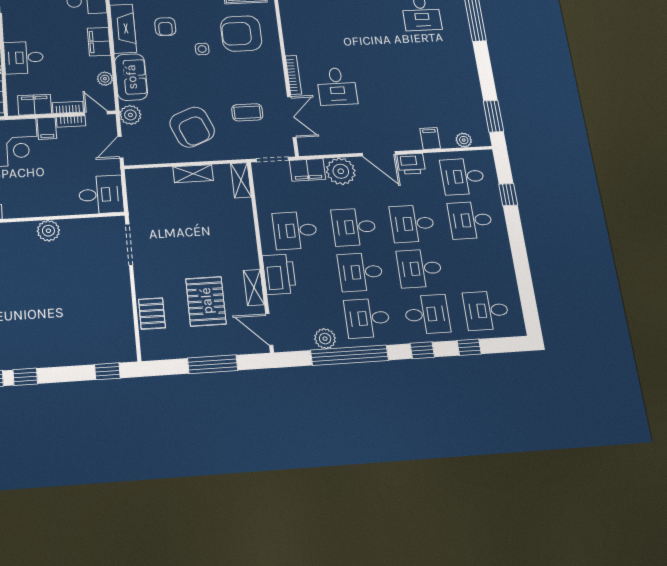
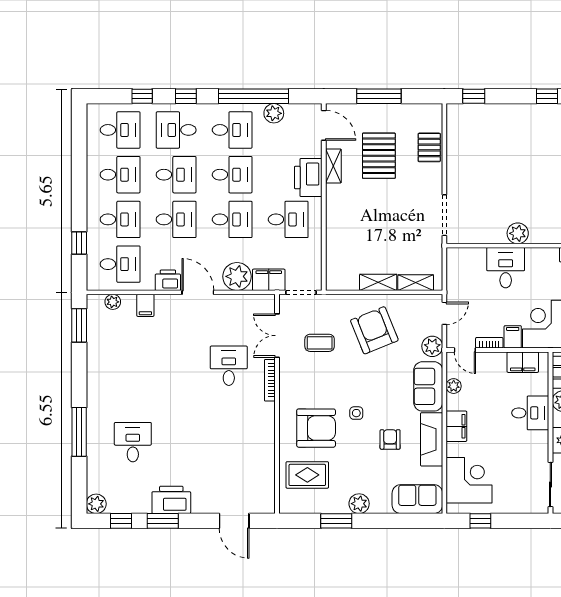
bookcase: (68, 107) -> (491, 358), removed
shelving: (241, 180) -> (416, 283), moved, turned 90
desk: (101, 195) -> (506, 268), moved, turned 90
desk: (478, 265) -> (120, 175), added

